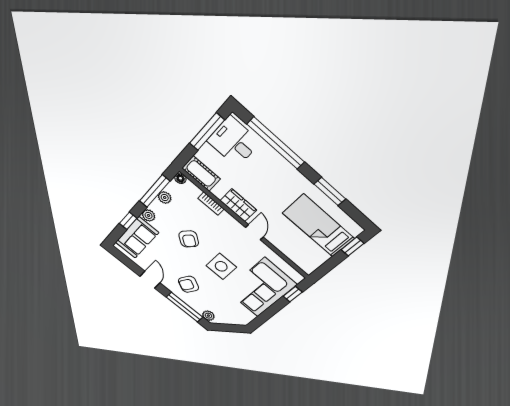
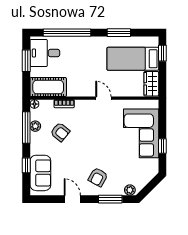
window: (207, 132) -> (26, 61), width x0.69
cot: (201, 174) -> (48, 87), width x1.37, depth x1.34
wardrobe: (238, 205) -> (151, 84), moved, turned -90
plant: (149, 215) -> (35, 149), removed
armchair: (189, 239) -> (60, 132), moved
side table: (221, 266) -> (106, 142), removed
window: (293, 294) -> (162, 146), moved
window: (184, 307) -> (110, 199), width x0.69

